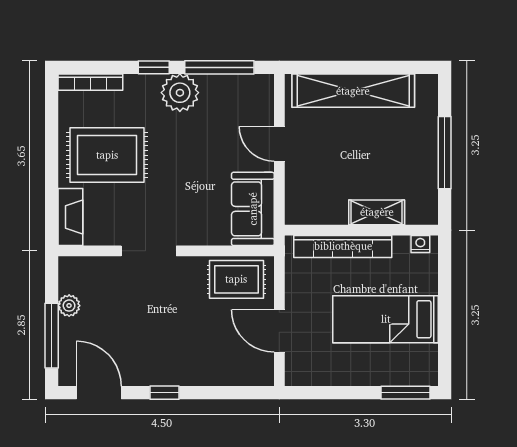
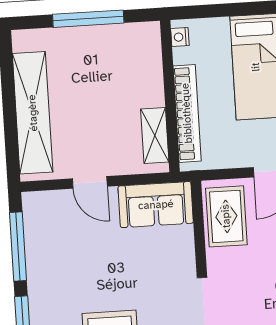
plant: (180, 93) -> (45, 284), removed
door: (279, 144) -> (90, 182), hinge flipped
shelving: (377, 212) -> (155, 136), moved

